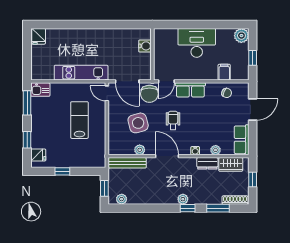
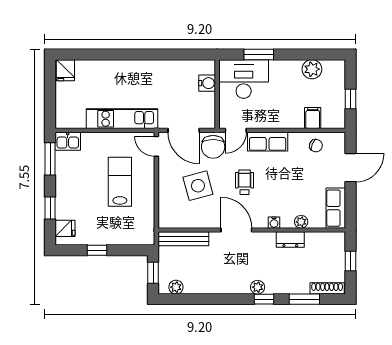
window: (184, 24) -> (259, 54), added
plant: (241, 36) -> (312, 69), moved
desk: (197, 43) -> (244, 79), moved
plant: (140, 150) -> (200, 221), removed
wardrobe: (231, 164) -> (321, 241), removed

